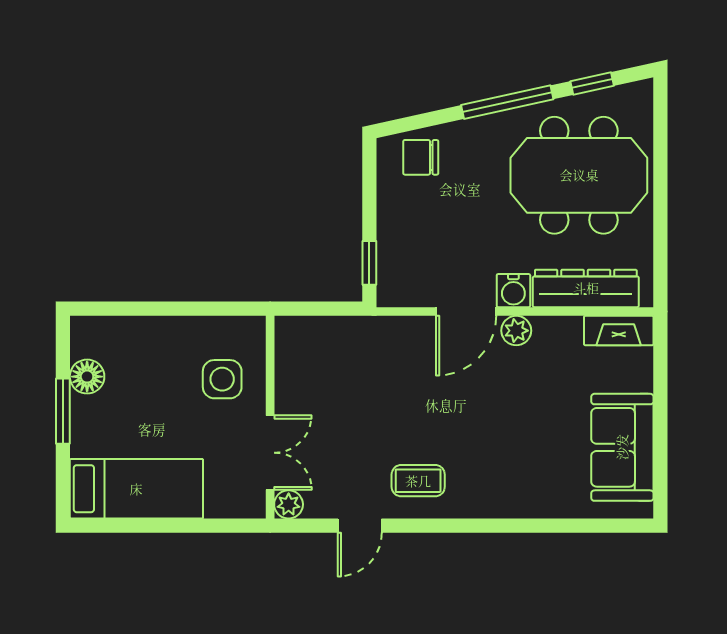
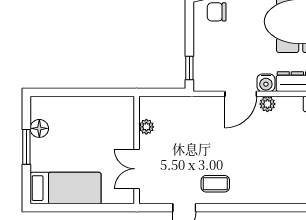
side table: (222, 379) -> (111, 130), removed
double door: (270, 453) -> (137, 169), swing flipped
plant: (289, 504) -> (146, 127), moved

